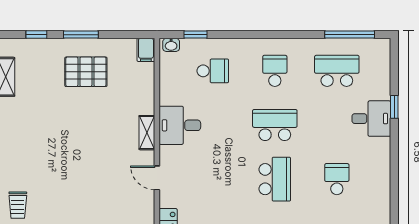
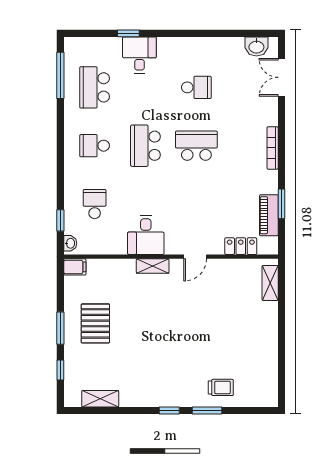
school desk: (337, 179) -> (196, 87), turned 180

